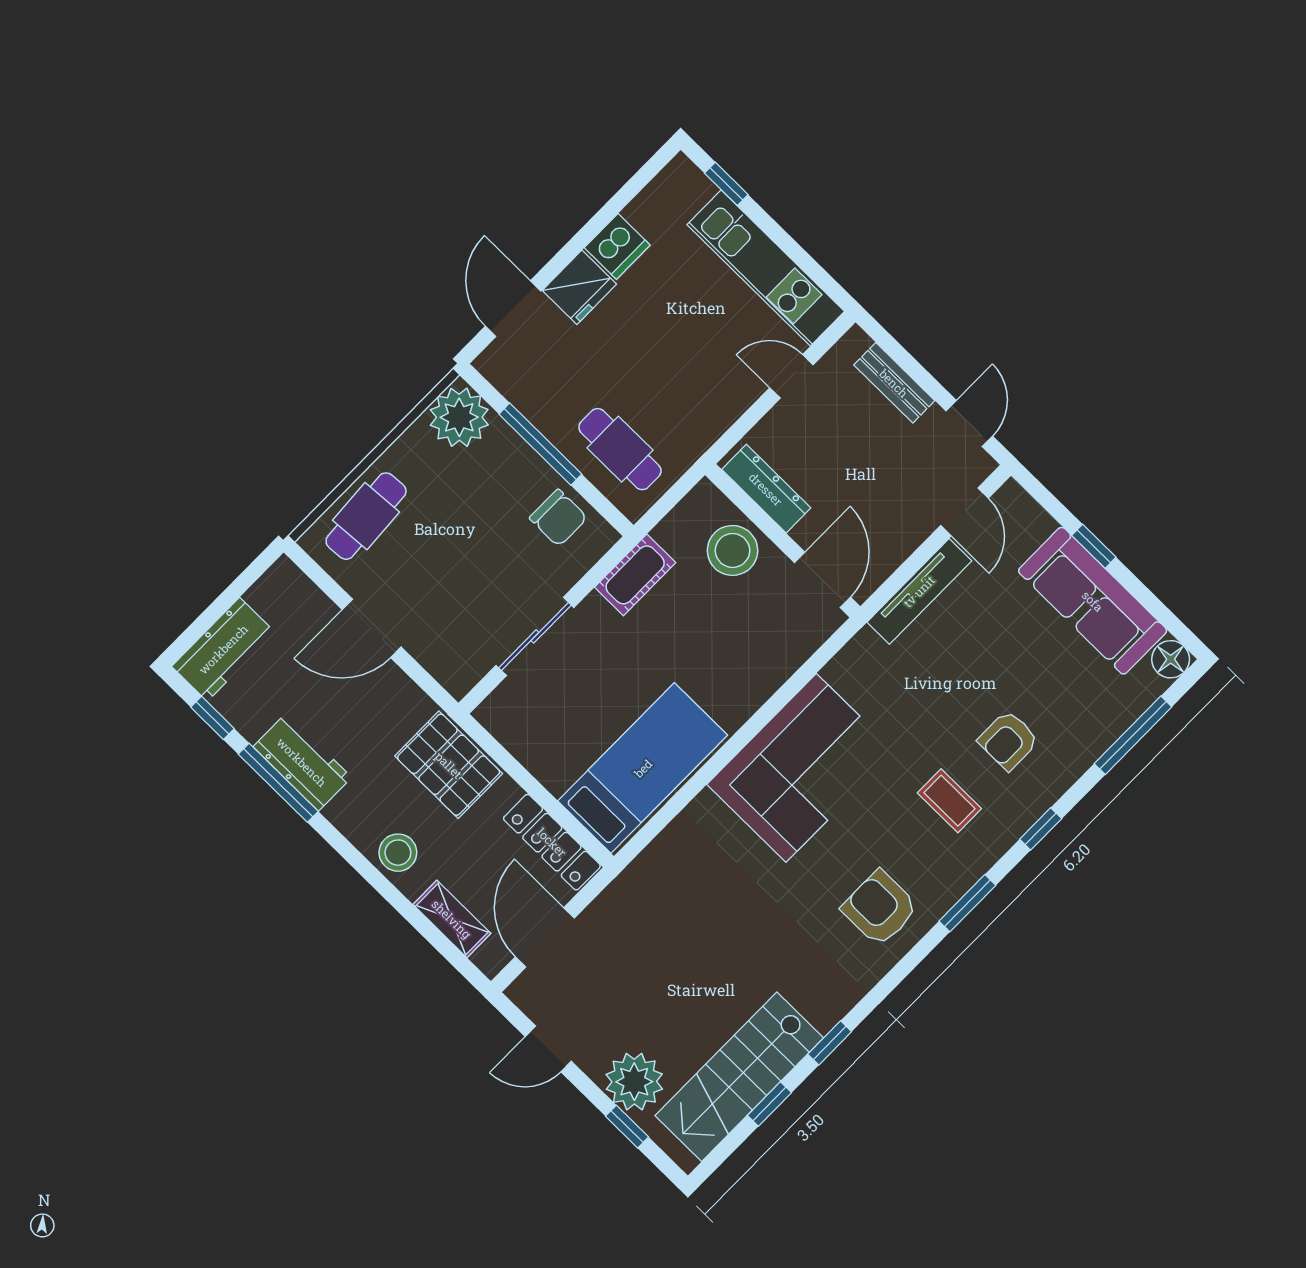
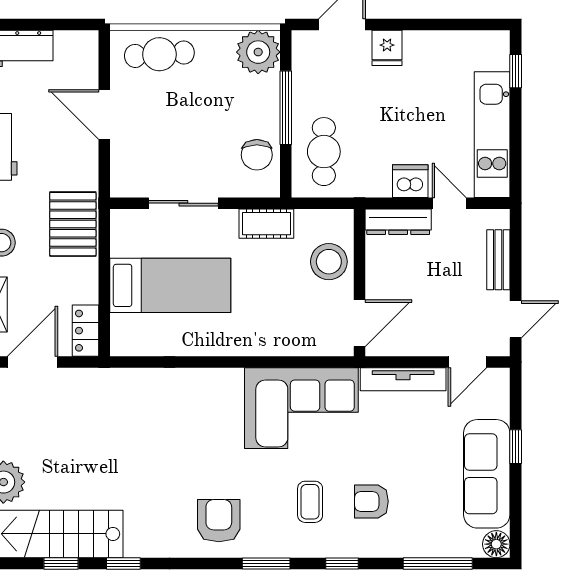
dishwasher: (617, 246) -> (410, 181), moved, turned 180
fridge: (579, 287) -> (387, 48), width x0.72
dresser: (766, 489) -> (398, 222), moved, turned 90
bed: (643, 768) -> (170, 285), moved
corner sofa: (801, 768) -> (301, 408), moved
locker: (552, 842) -> (85, 331), width x0.66

